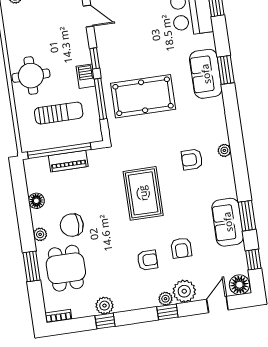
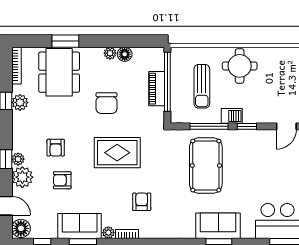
plant: (224, 150) -> (108, 233), moved
bookcase: (229, 170) -> (127, 234), added
chair: (72, 225) -> (106, 103), moved, turned 180
plant: (40, 234) -> (110, 53), moved
dining table: (66, 268) -> (59, 72), width x1.38
bookcase: (58, 316) -> (16, 66), width x1.56

